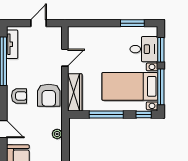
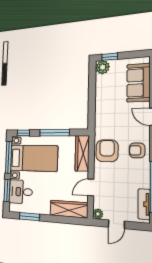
wardrobe: (88, 34) -> (69, 209), added
plant: (57, 134) -> (98, 214), moved

